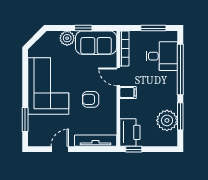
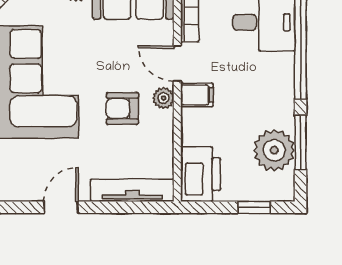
plant: (111, 94) -> (163, 98), added
window: (134, 149) -> (254, 207), moved

